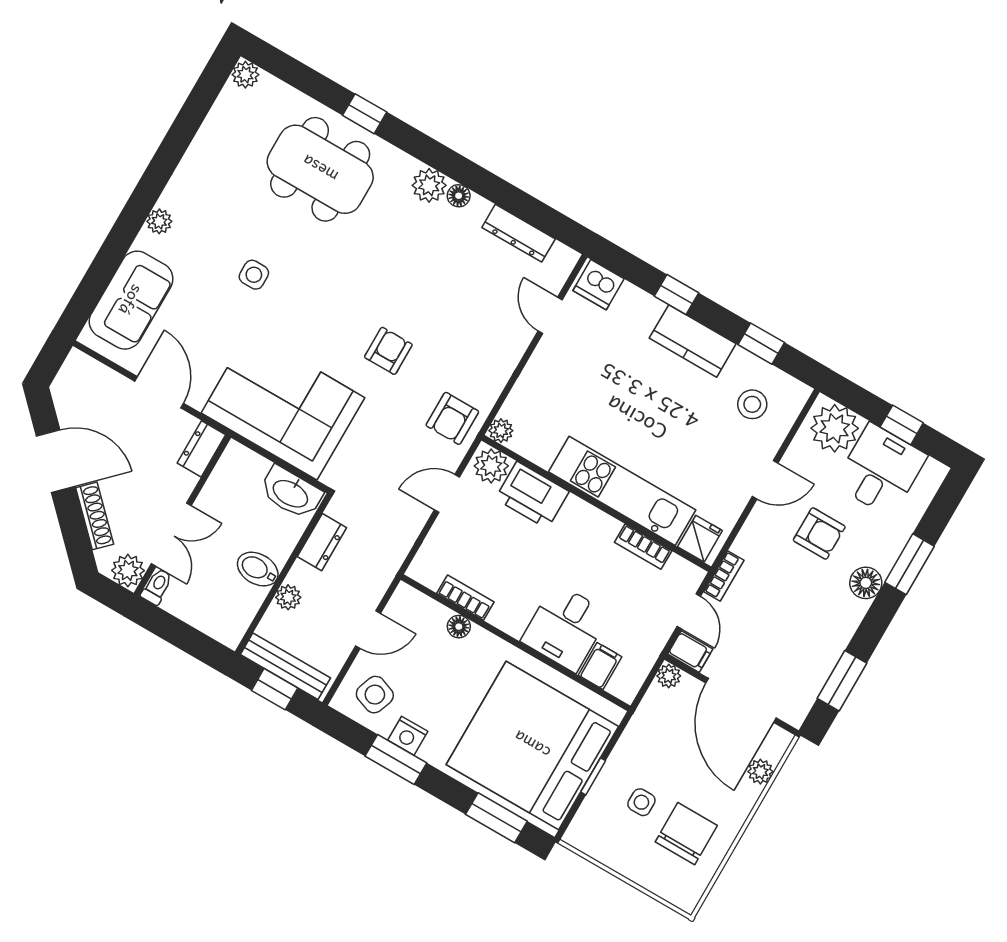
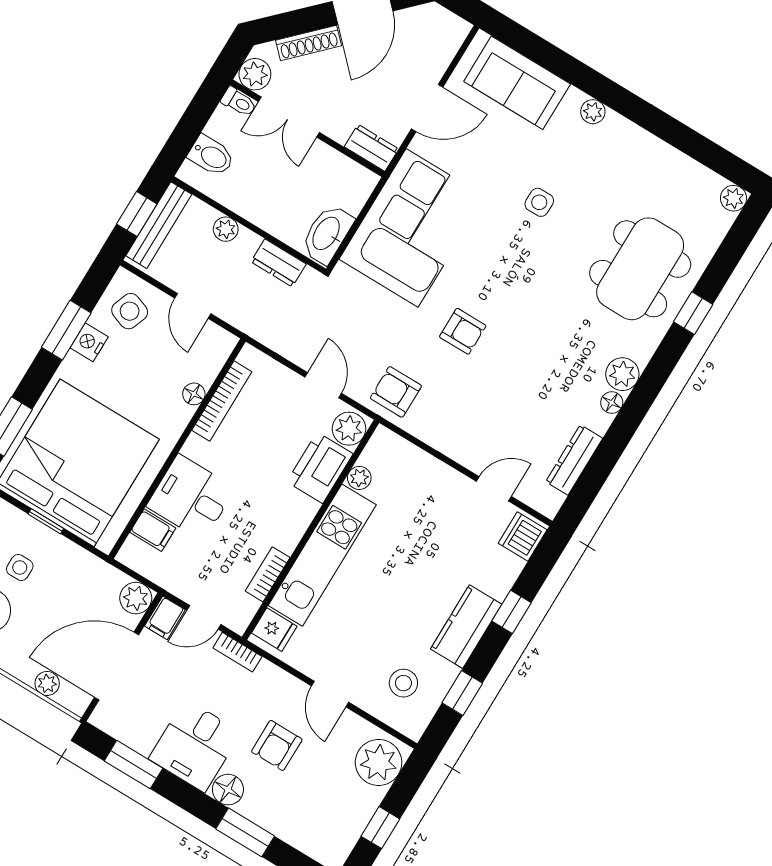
plant: (501, 431) -> (359, 478), moved
desk: (880, 470) -> (195, 746), moved, turned 90
bidet: (258, 569) -> (211, 156), moved, turned 90
bookcase: (465, 598) -> (222, 401), width x1.56
plant: (669, 676) -> (136, 598), width x1.38, depth x1.38

